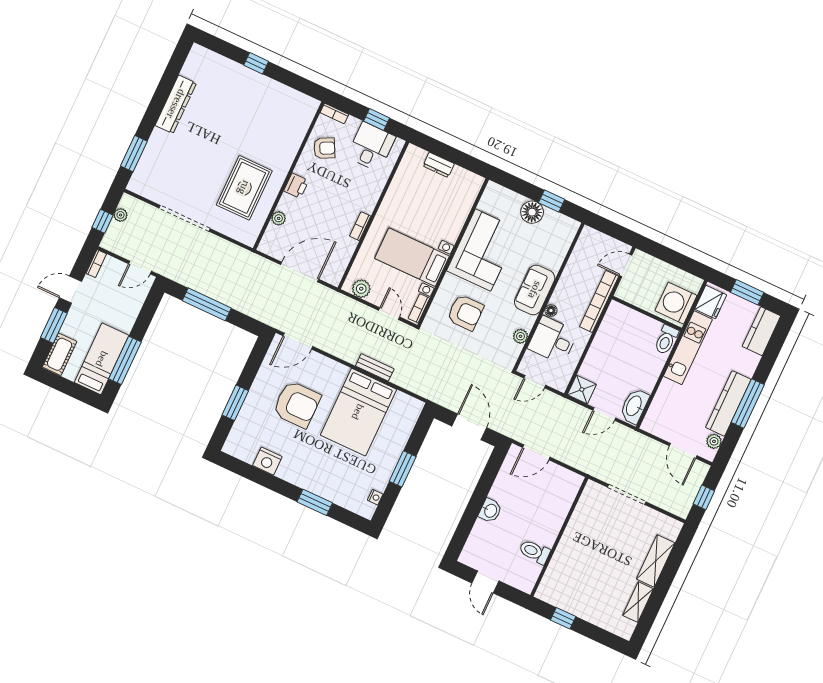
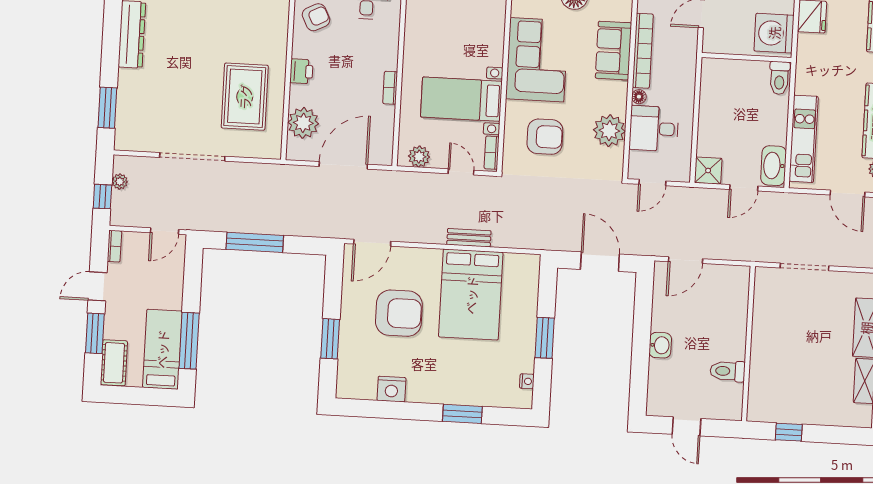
plant: (279, 218) -> (303, 123), width x1.87, depth x1.87
sofa: (535, 290) -> (614, 51), moved
bookcase: (599, 301) -> (643, 51), moved, turned 180
plant: (520, 336) -> (609, 131), width x1.88, depth x1.88
kitchen unit: (688, 348) -> (804, 139), moved

